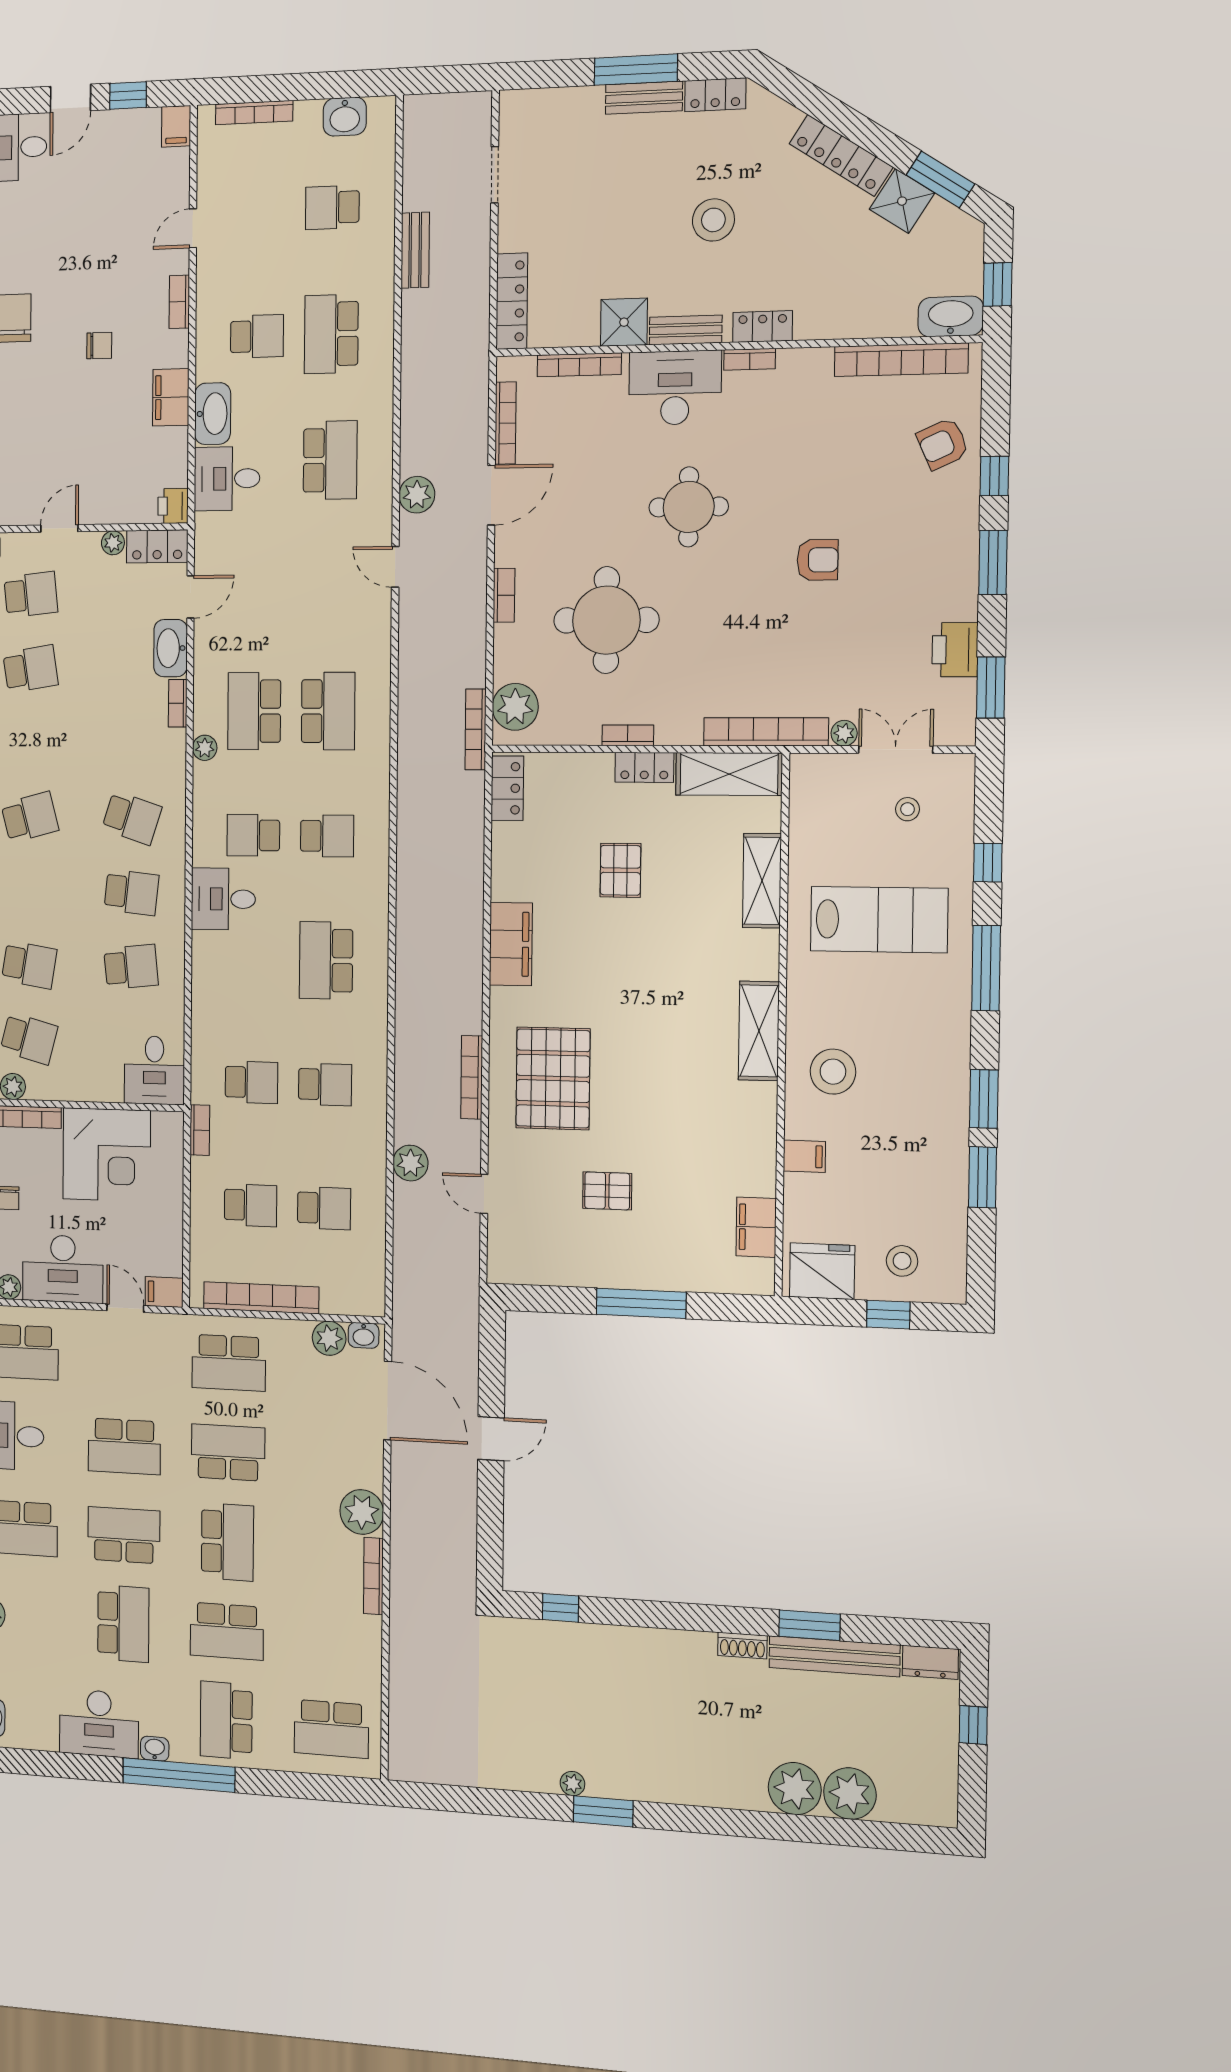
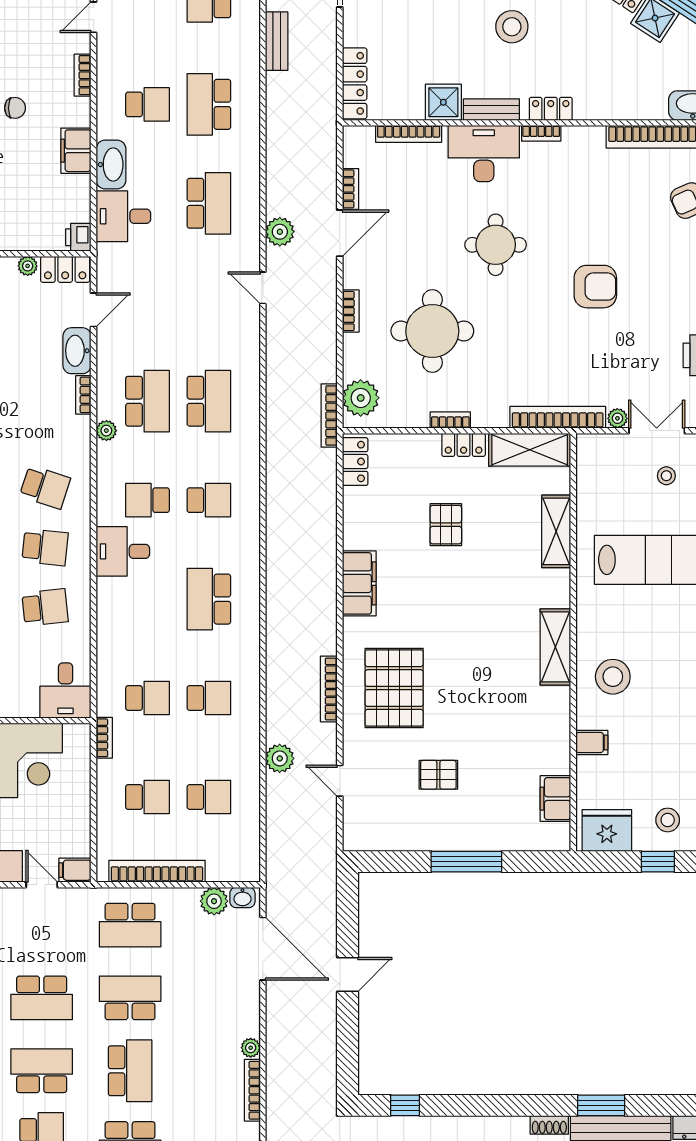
bookcase: (505, 423) -> (351, 189), width x0.64
armchair: (818, 560) -> (595, 287), width x1.38, depth x1.38
school desk: (254, 711) -> (148, 401), turned 180
plant: (362, 1512) -> (251, 1048), width x0.53, depth x0.53

